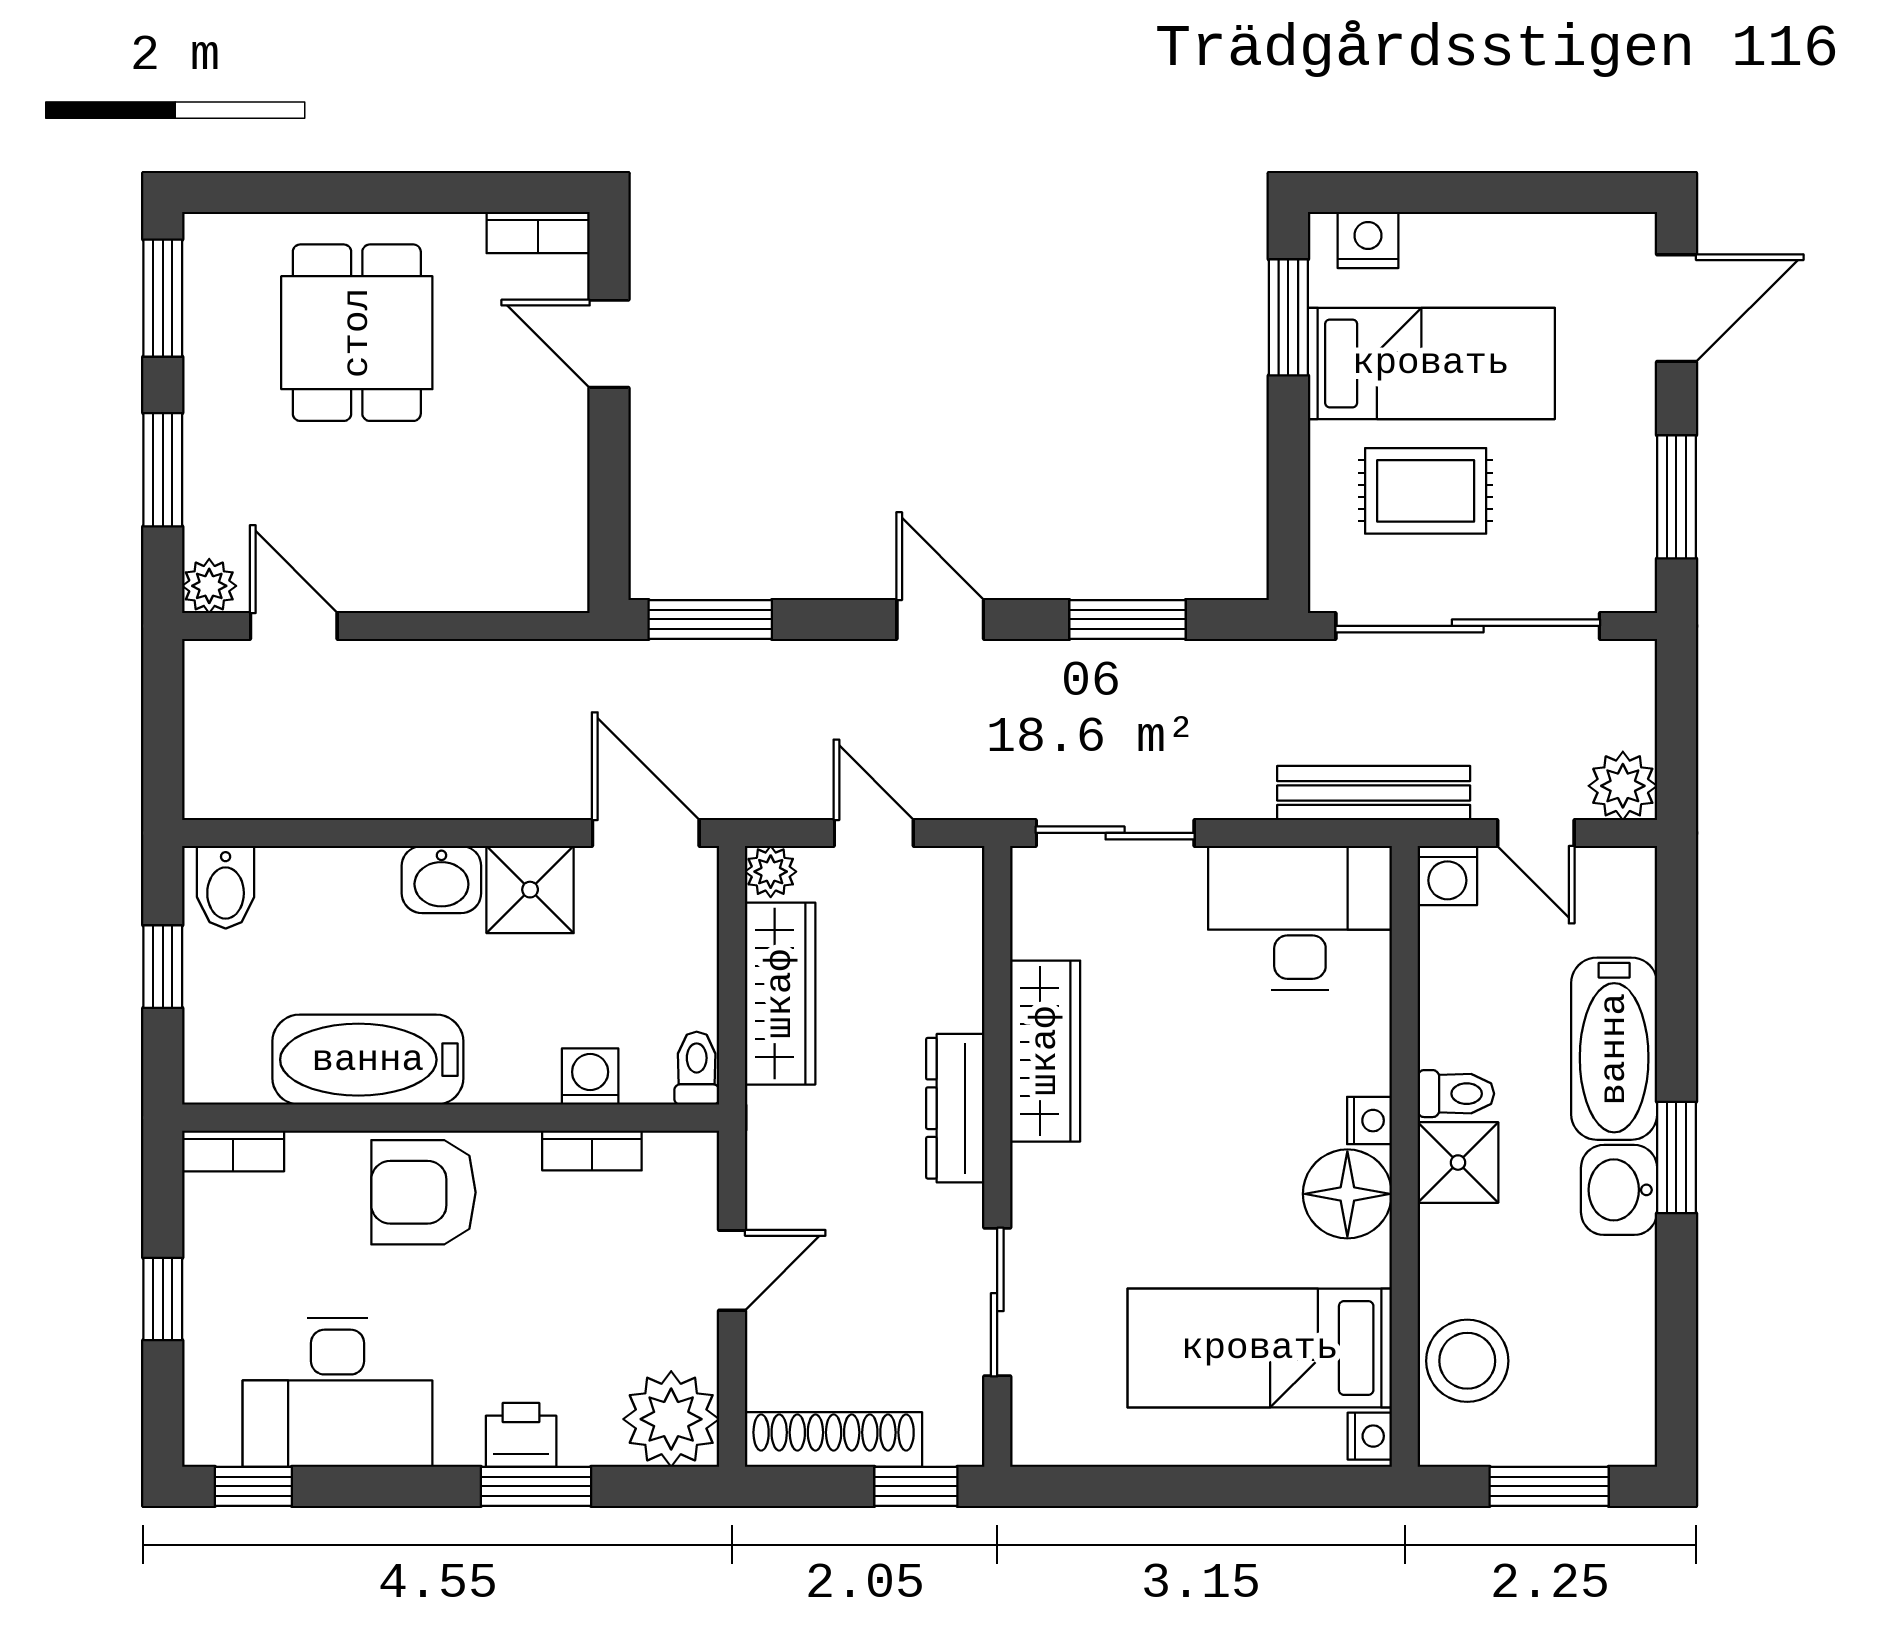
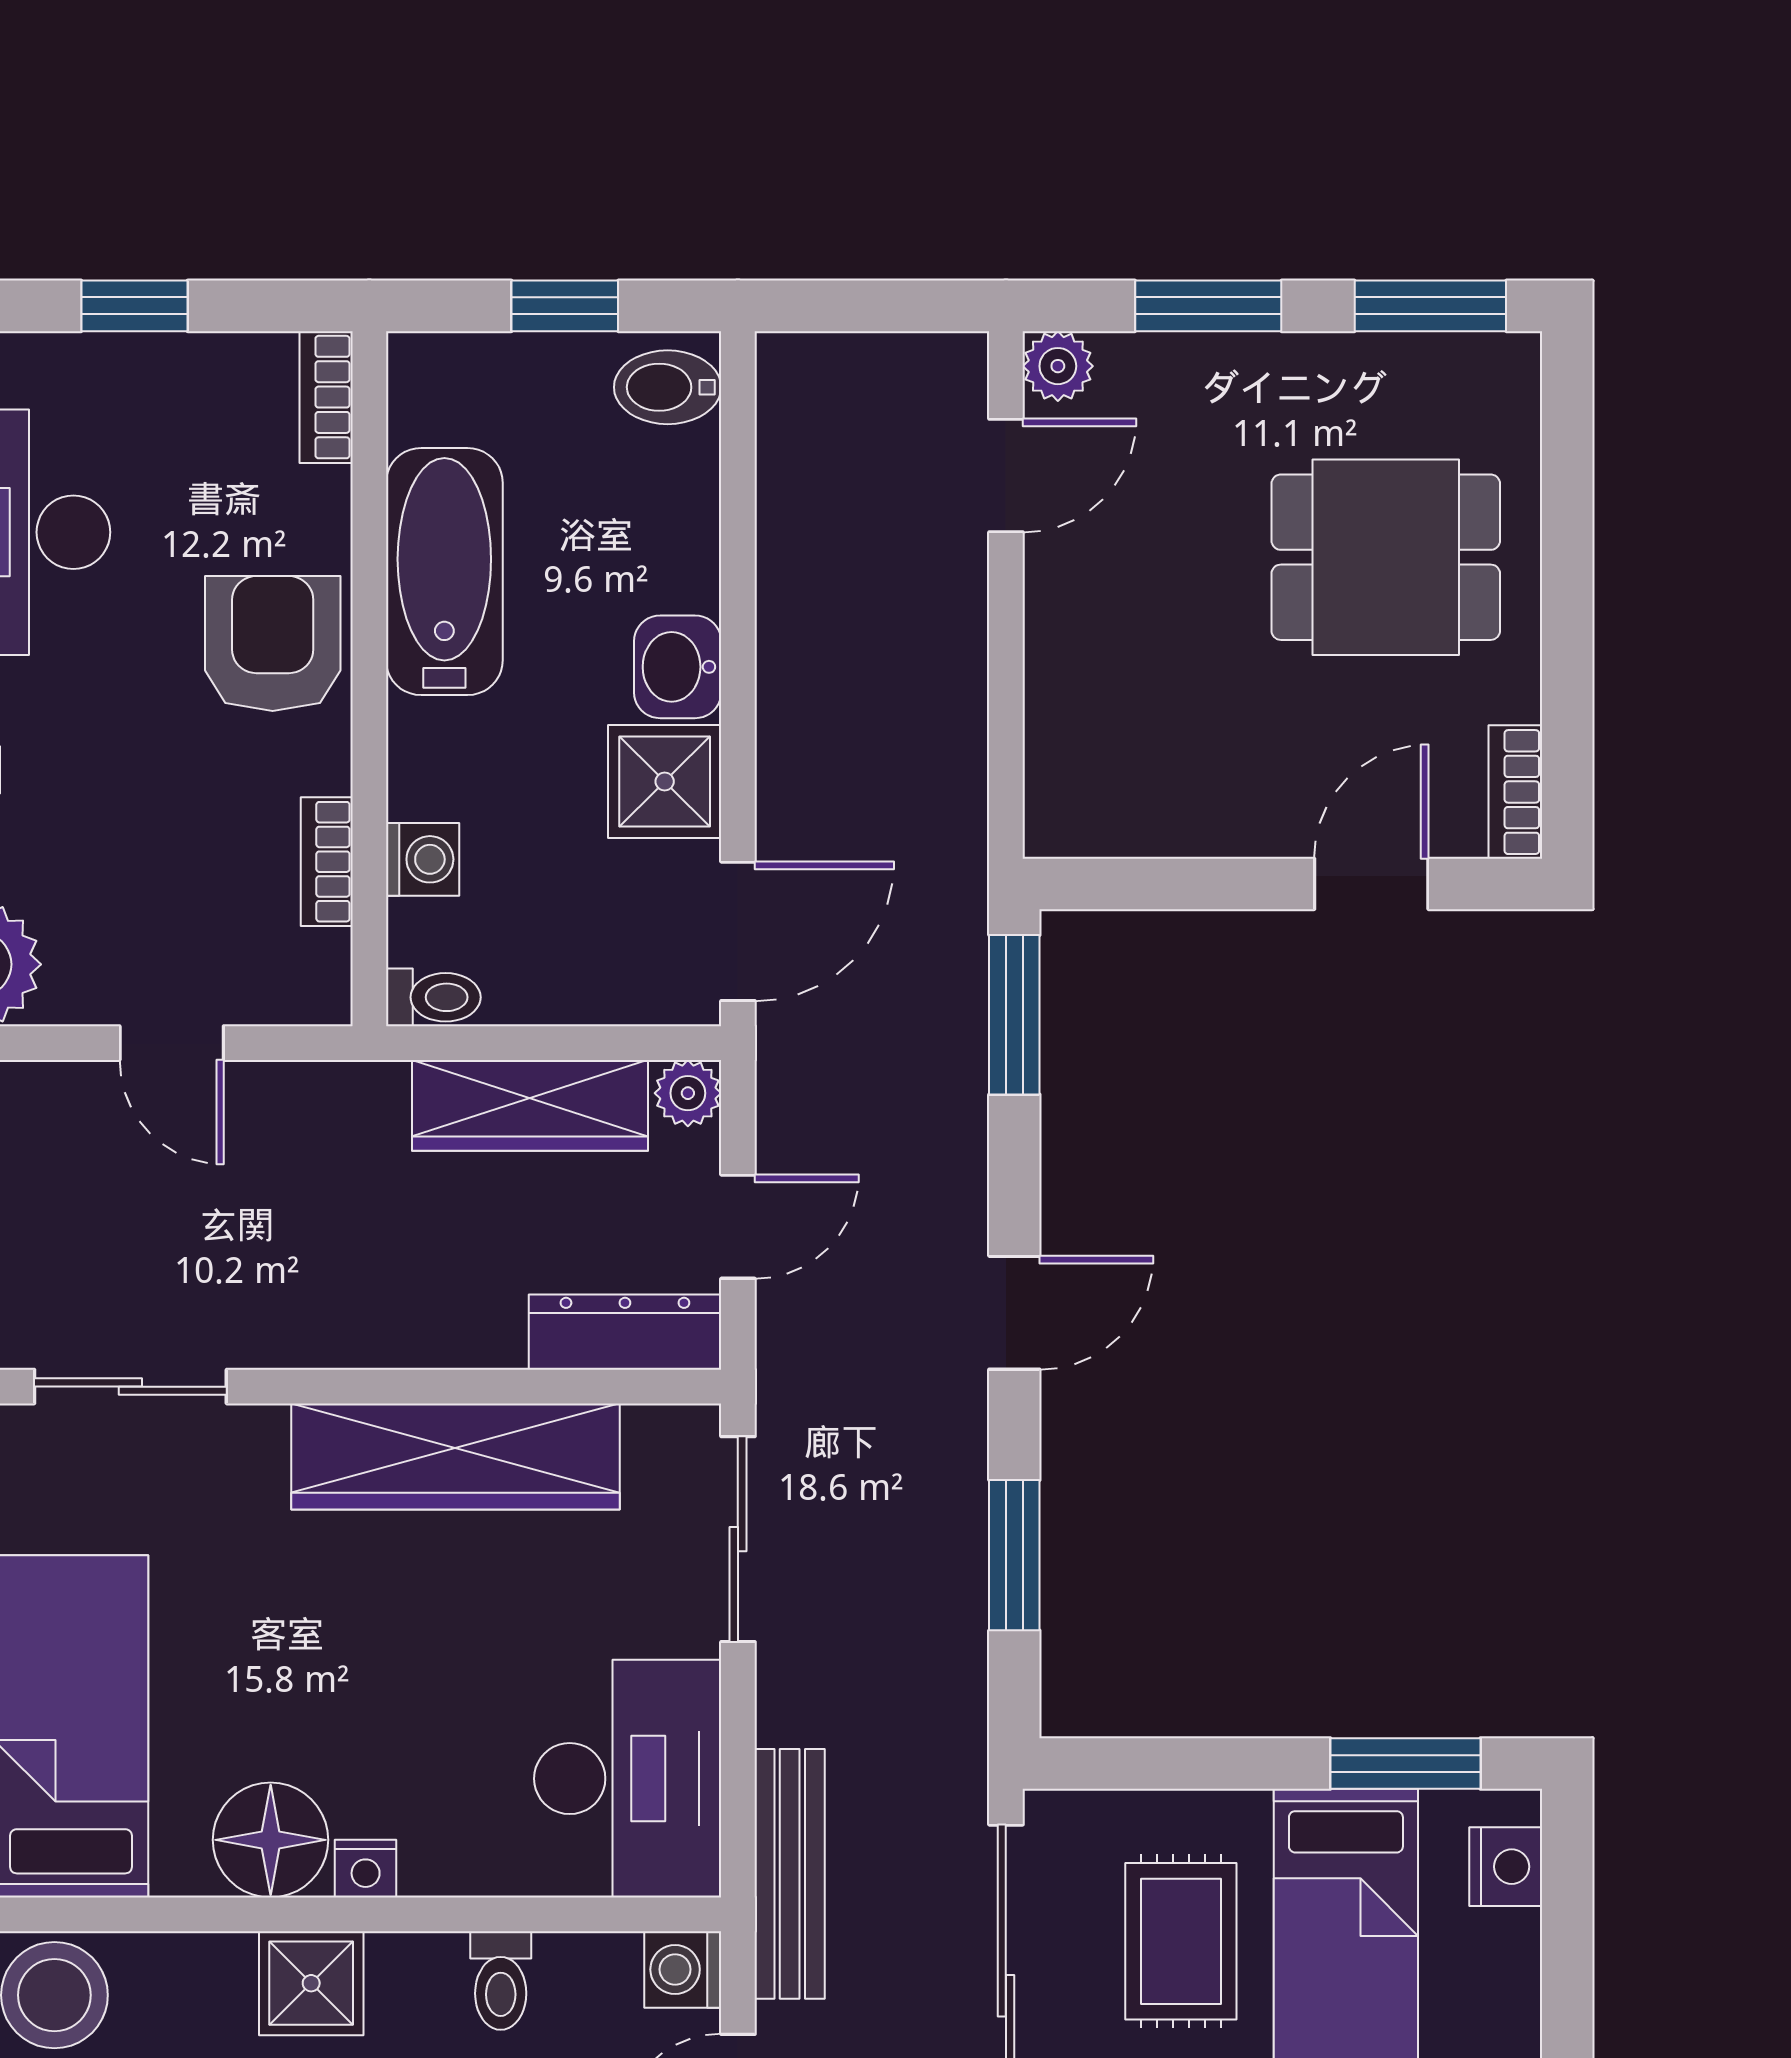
wardrobe: (1045, 1051) -> (455, 1456), width x1.40, depth x1.17
toilet: (1456, 1094) -> (501, 1980), moved
dresser: (955, 1108) -> (625, 1332), moved

